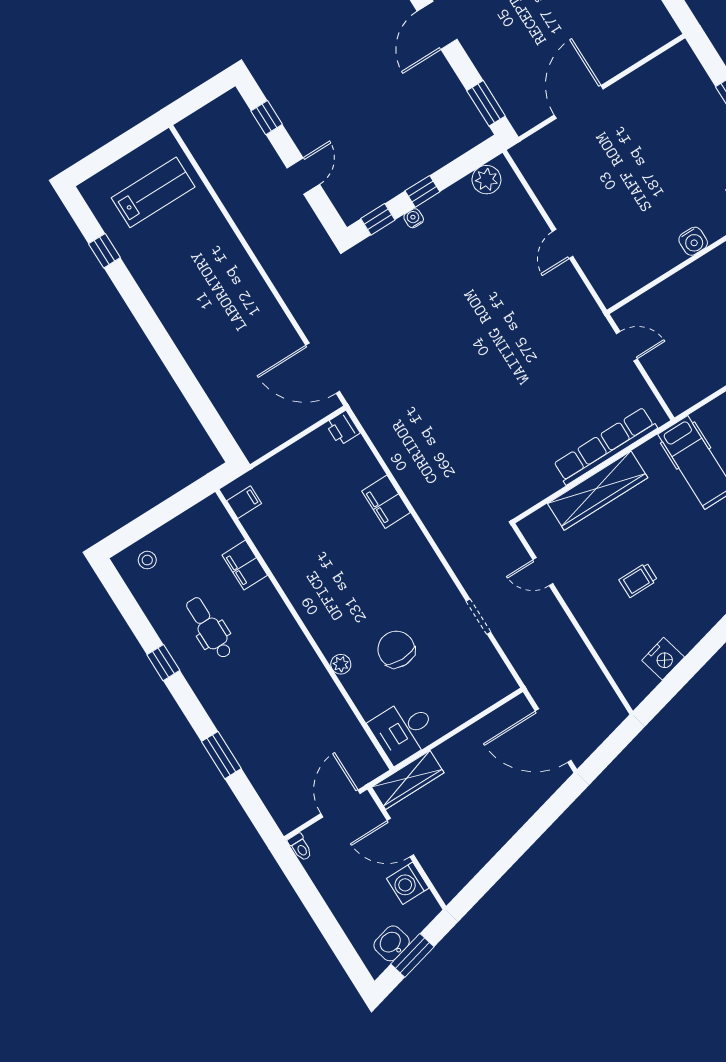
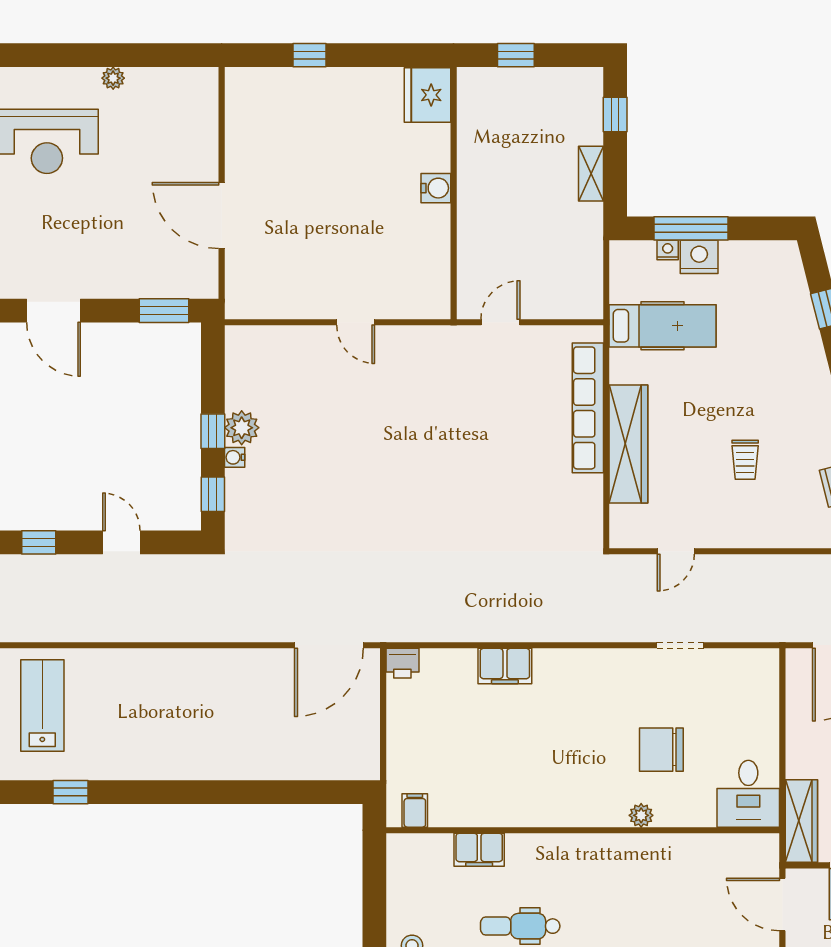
plant: (486, 180) -> (242, 428), moved

